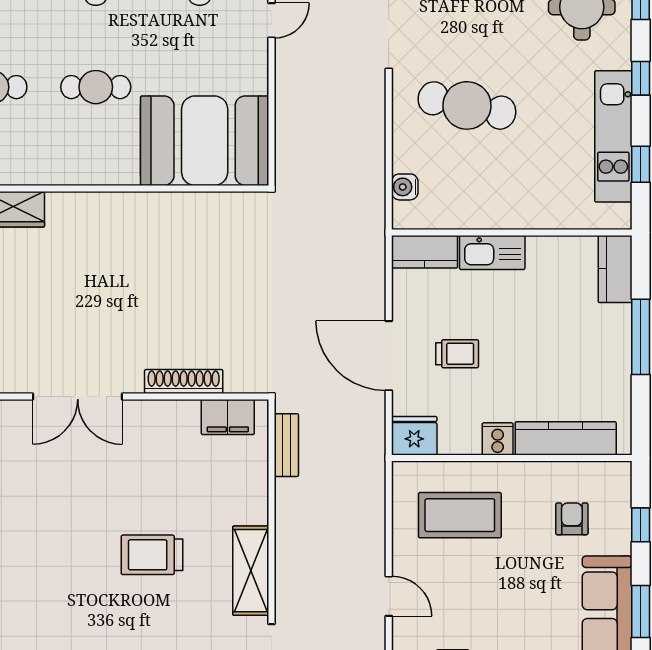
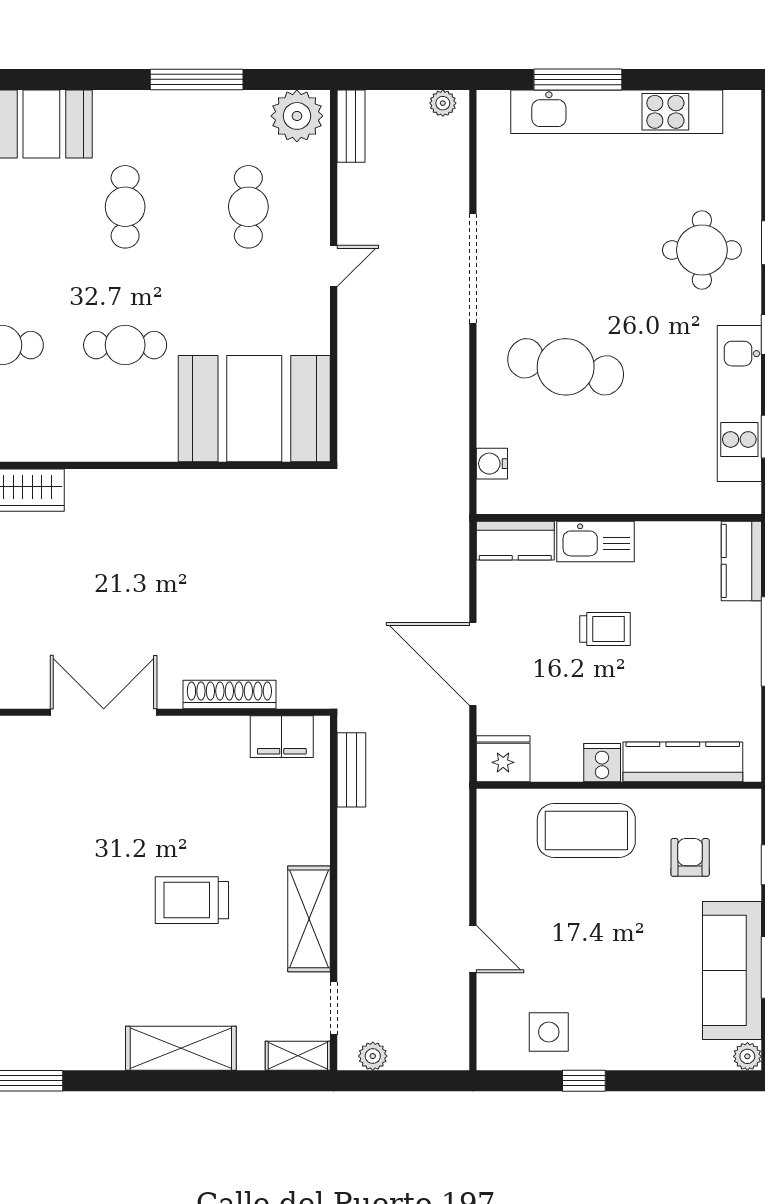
trolley: (457, 354) -> (605, 629), moved
double door: (78, 397) -> (104, 712), swing flipped
coffee table: (460, 515) -> (586, 830), moved

